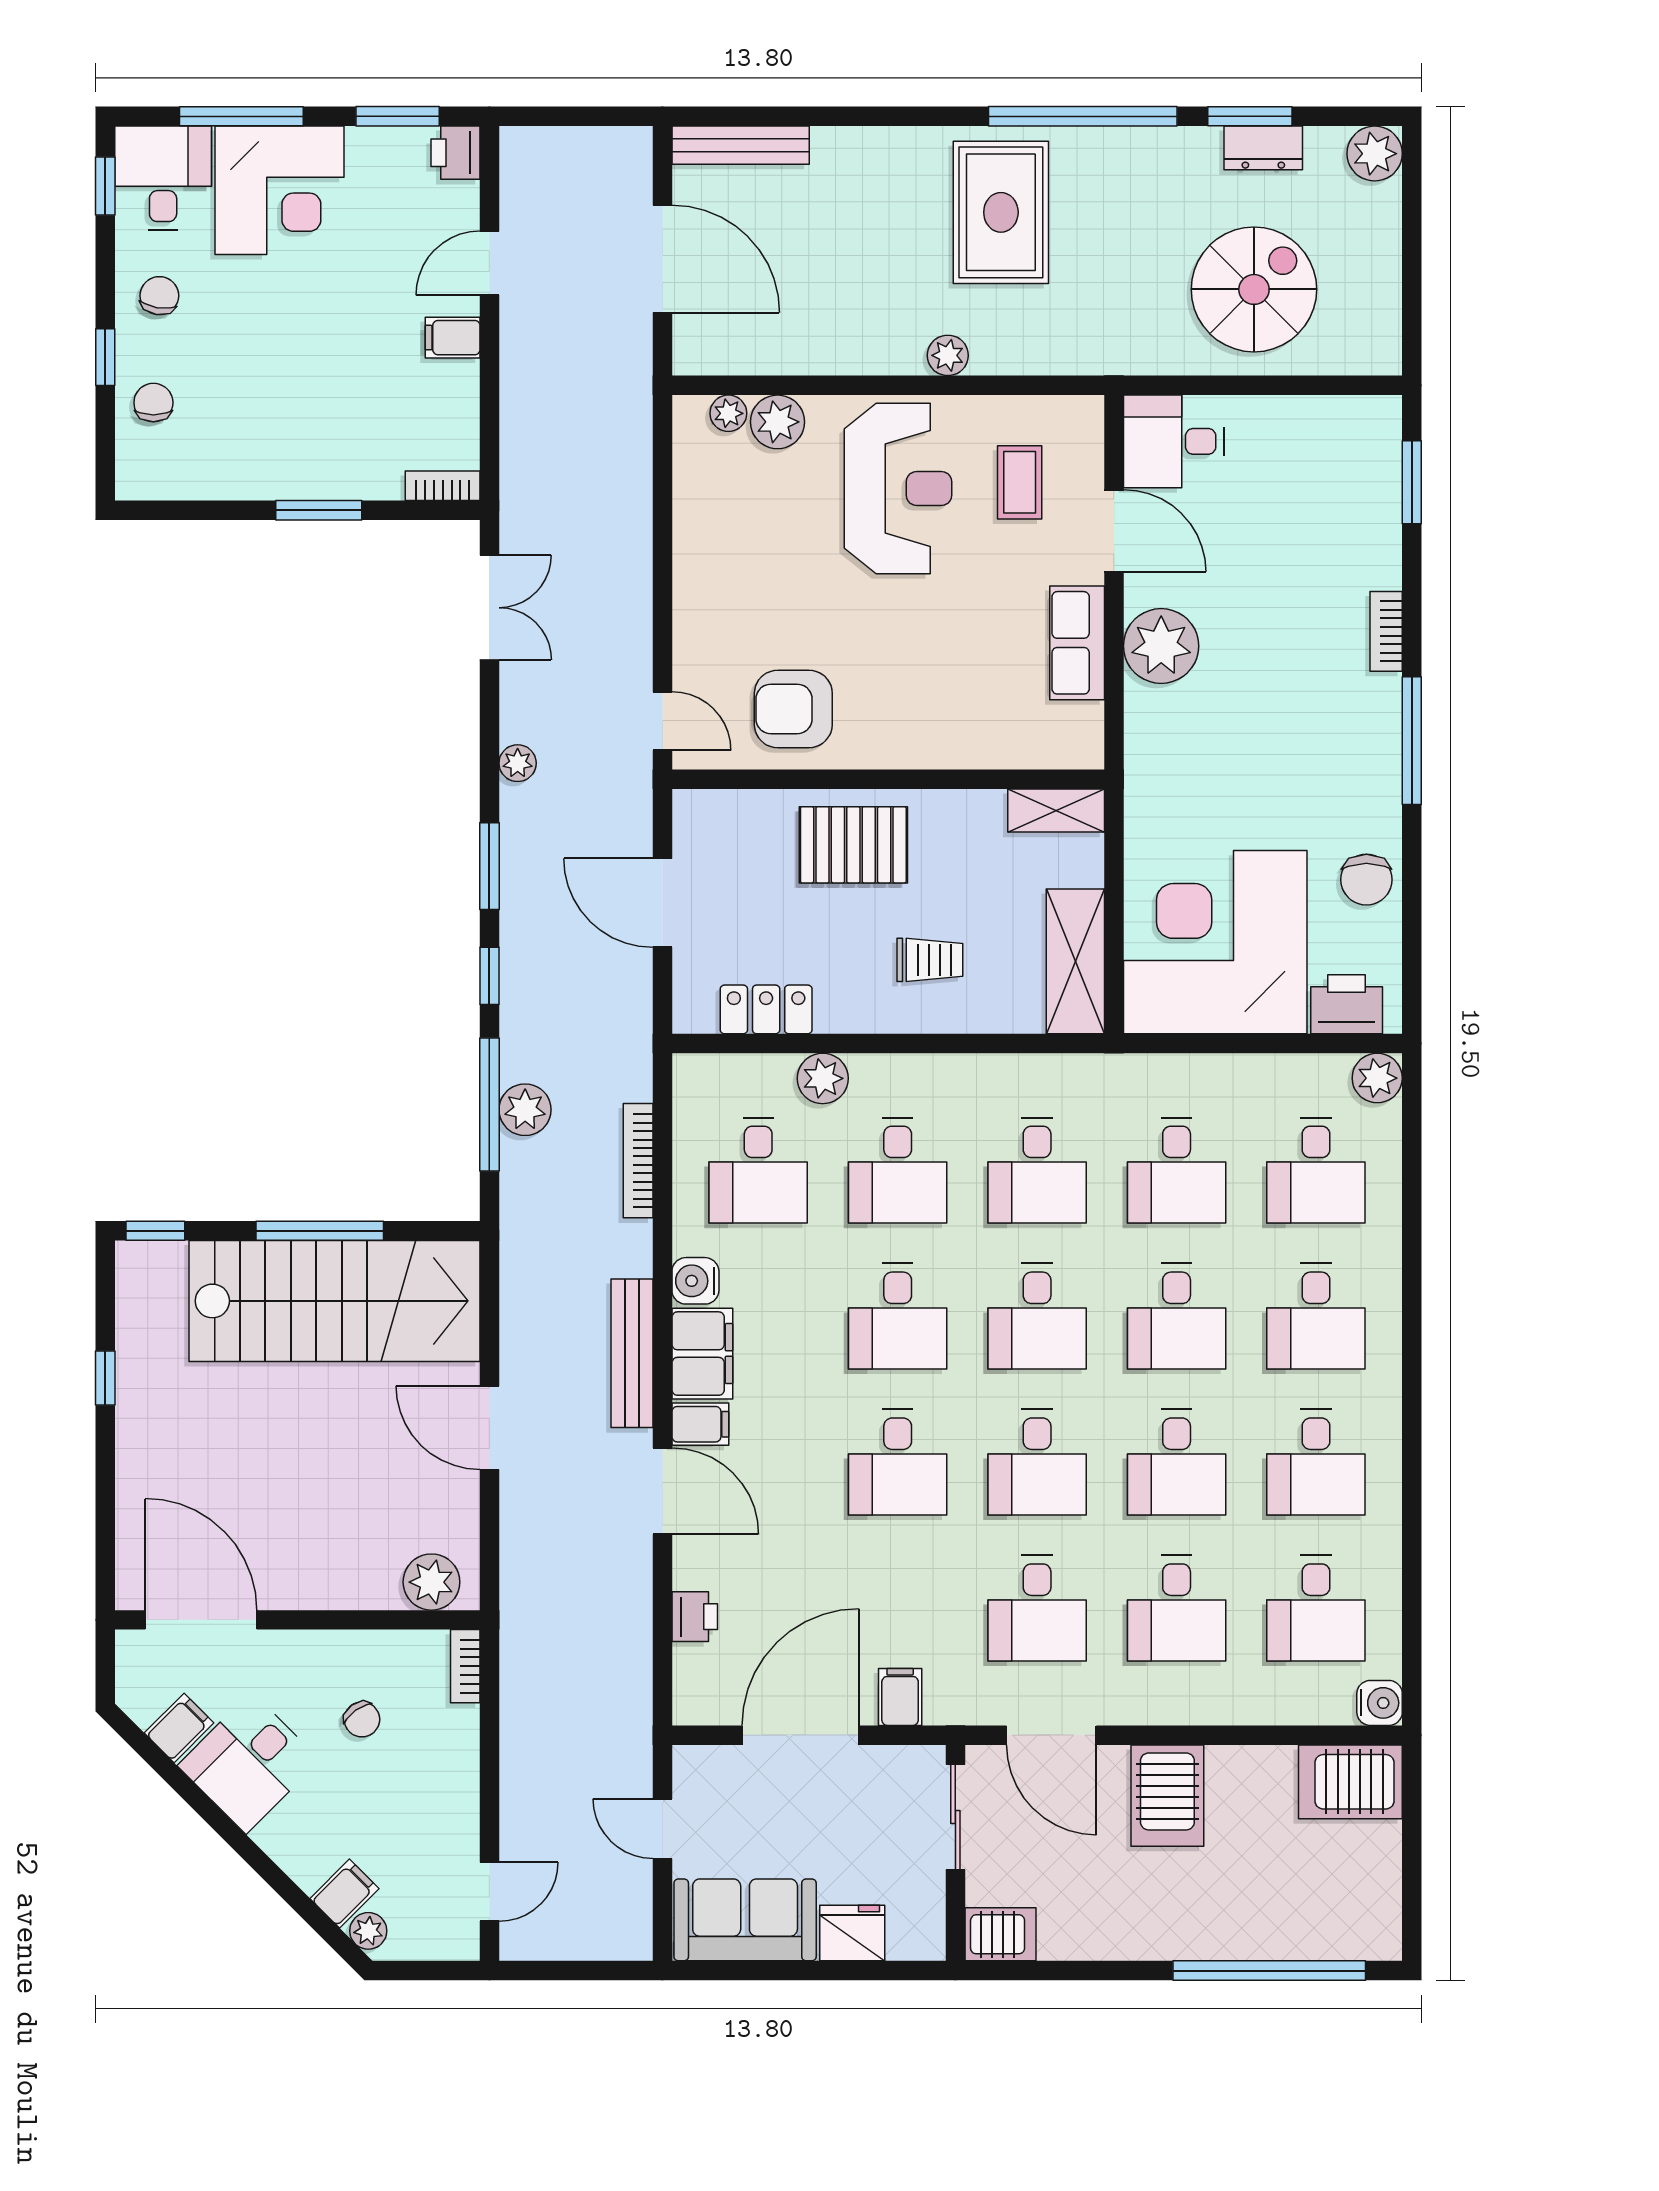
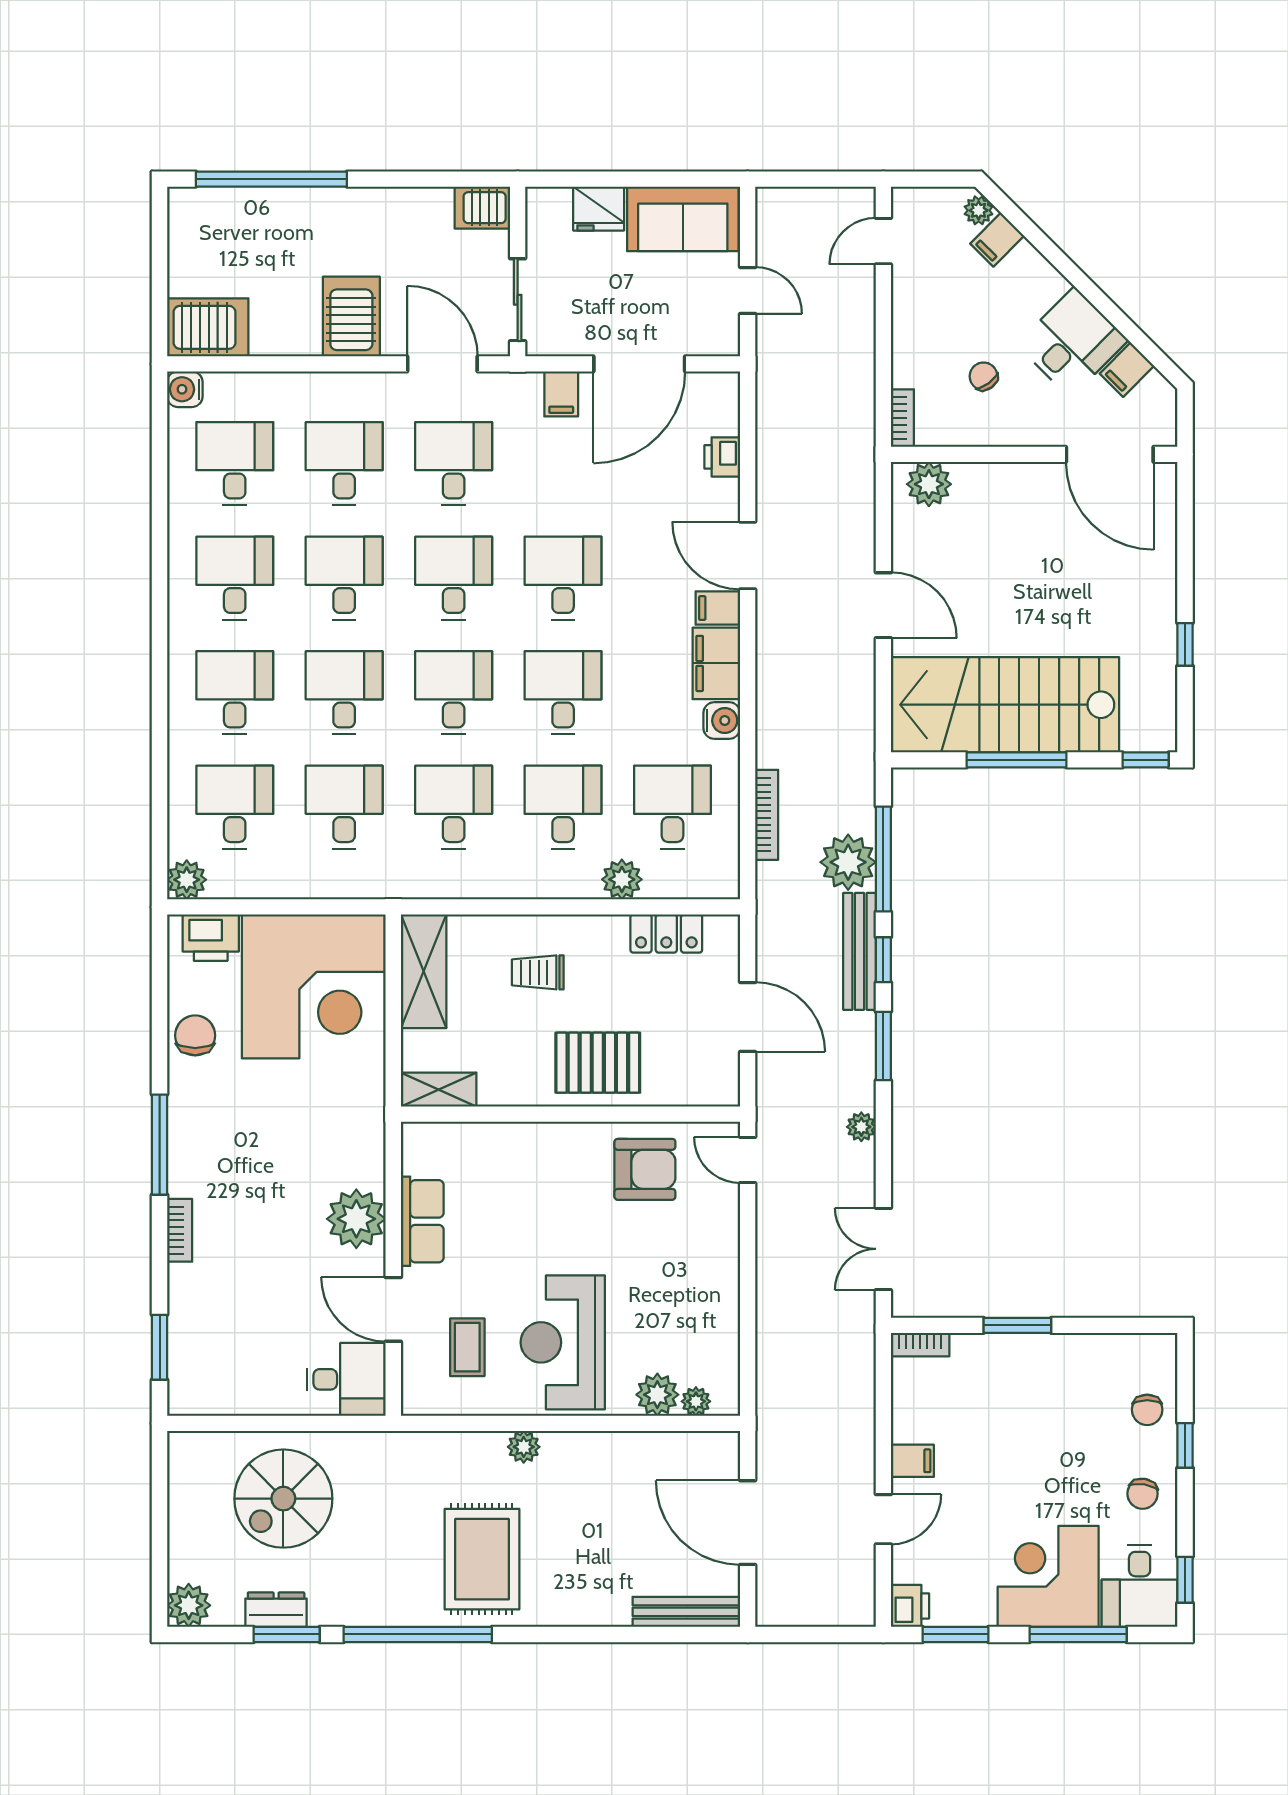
plant: (525, 1110) -> (848, 862), width x1.36, depth x1.36
bench: (632, 1353) -> (859, 951), moved

